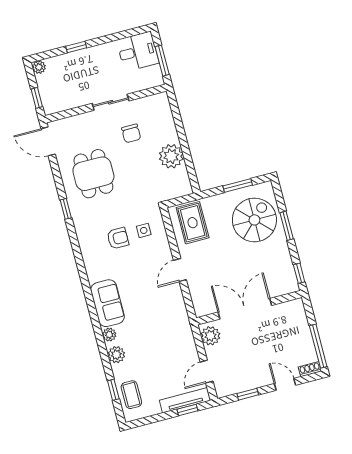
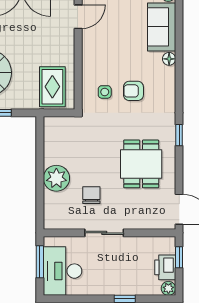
desk: (138, 51) -> (63, 271), width x1.37
printer: (47, 85) -> (165, 267), added
plant: (171, 156) -> (56, 178), moved
door: (180, 270) -> (78, 17), moved
floor lamp: (93, 276) -> (169, 59), added

